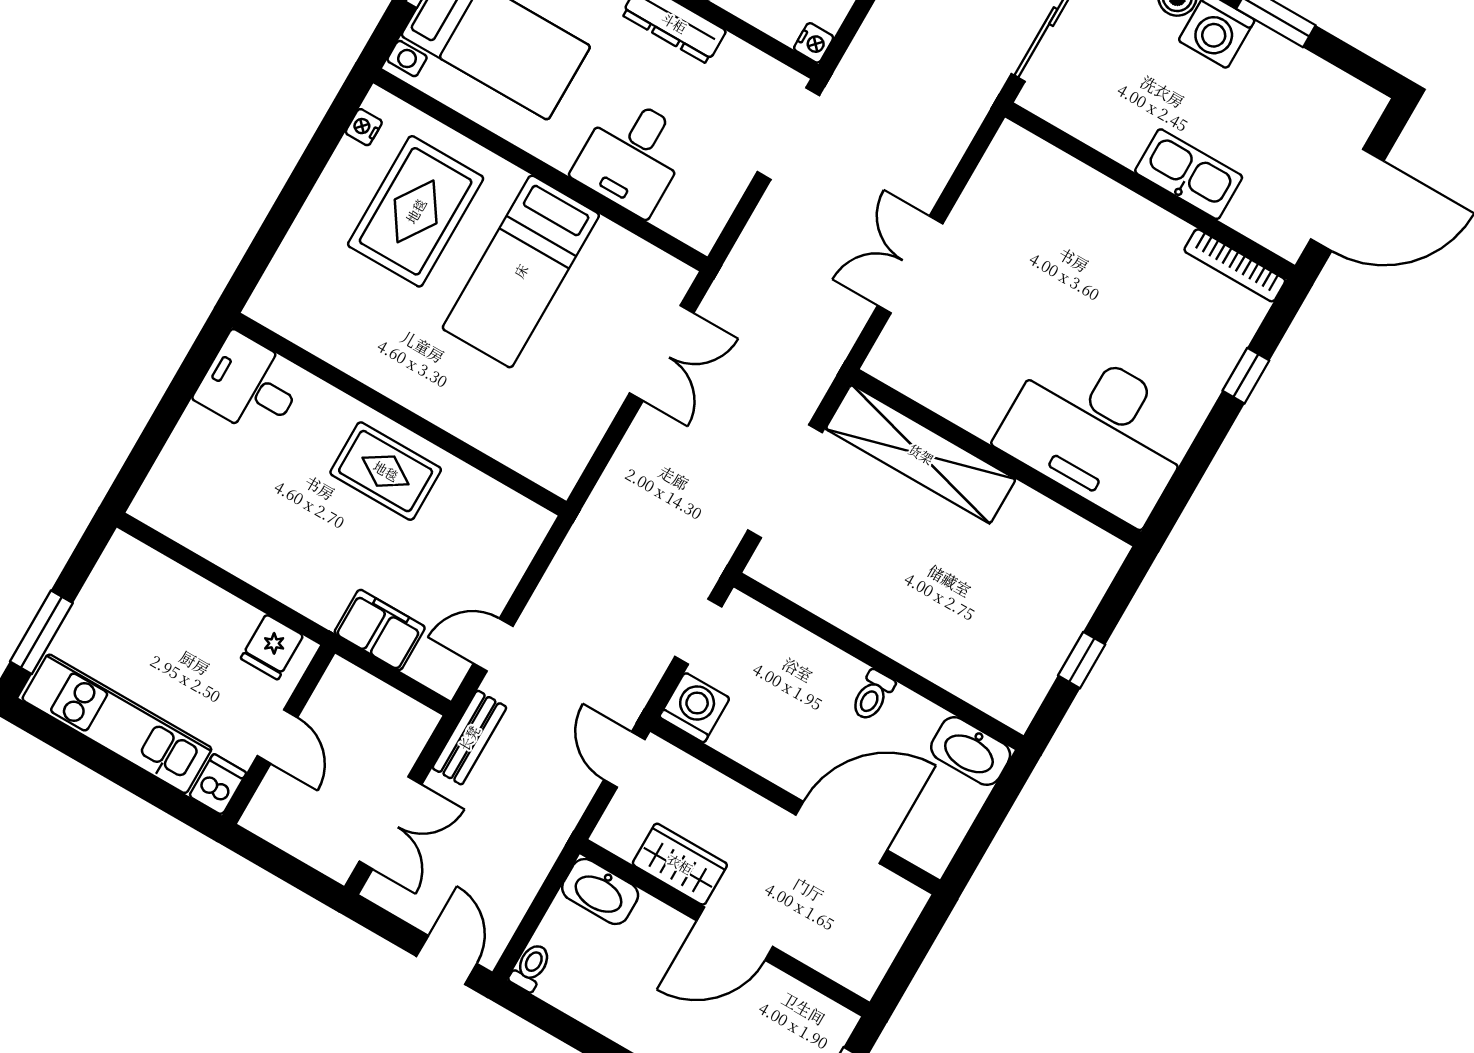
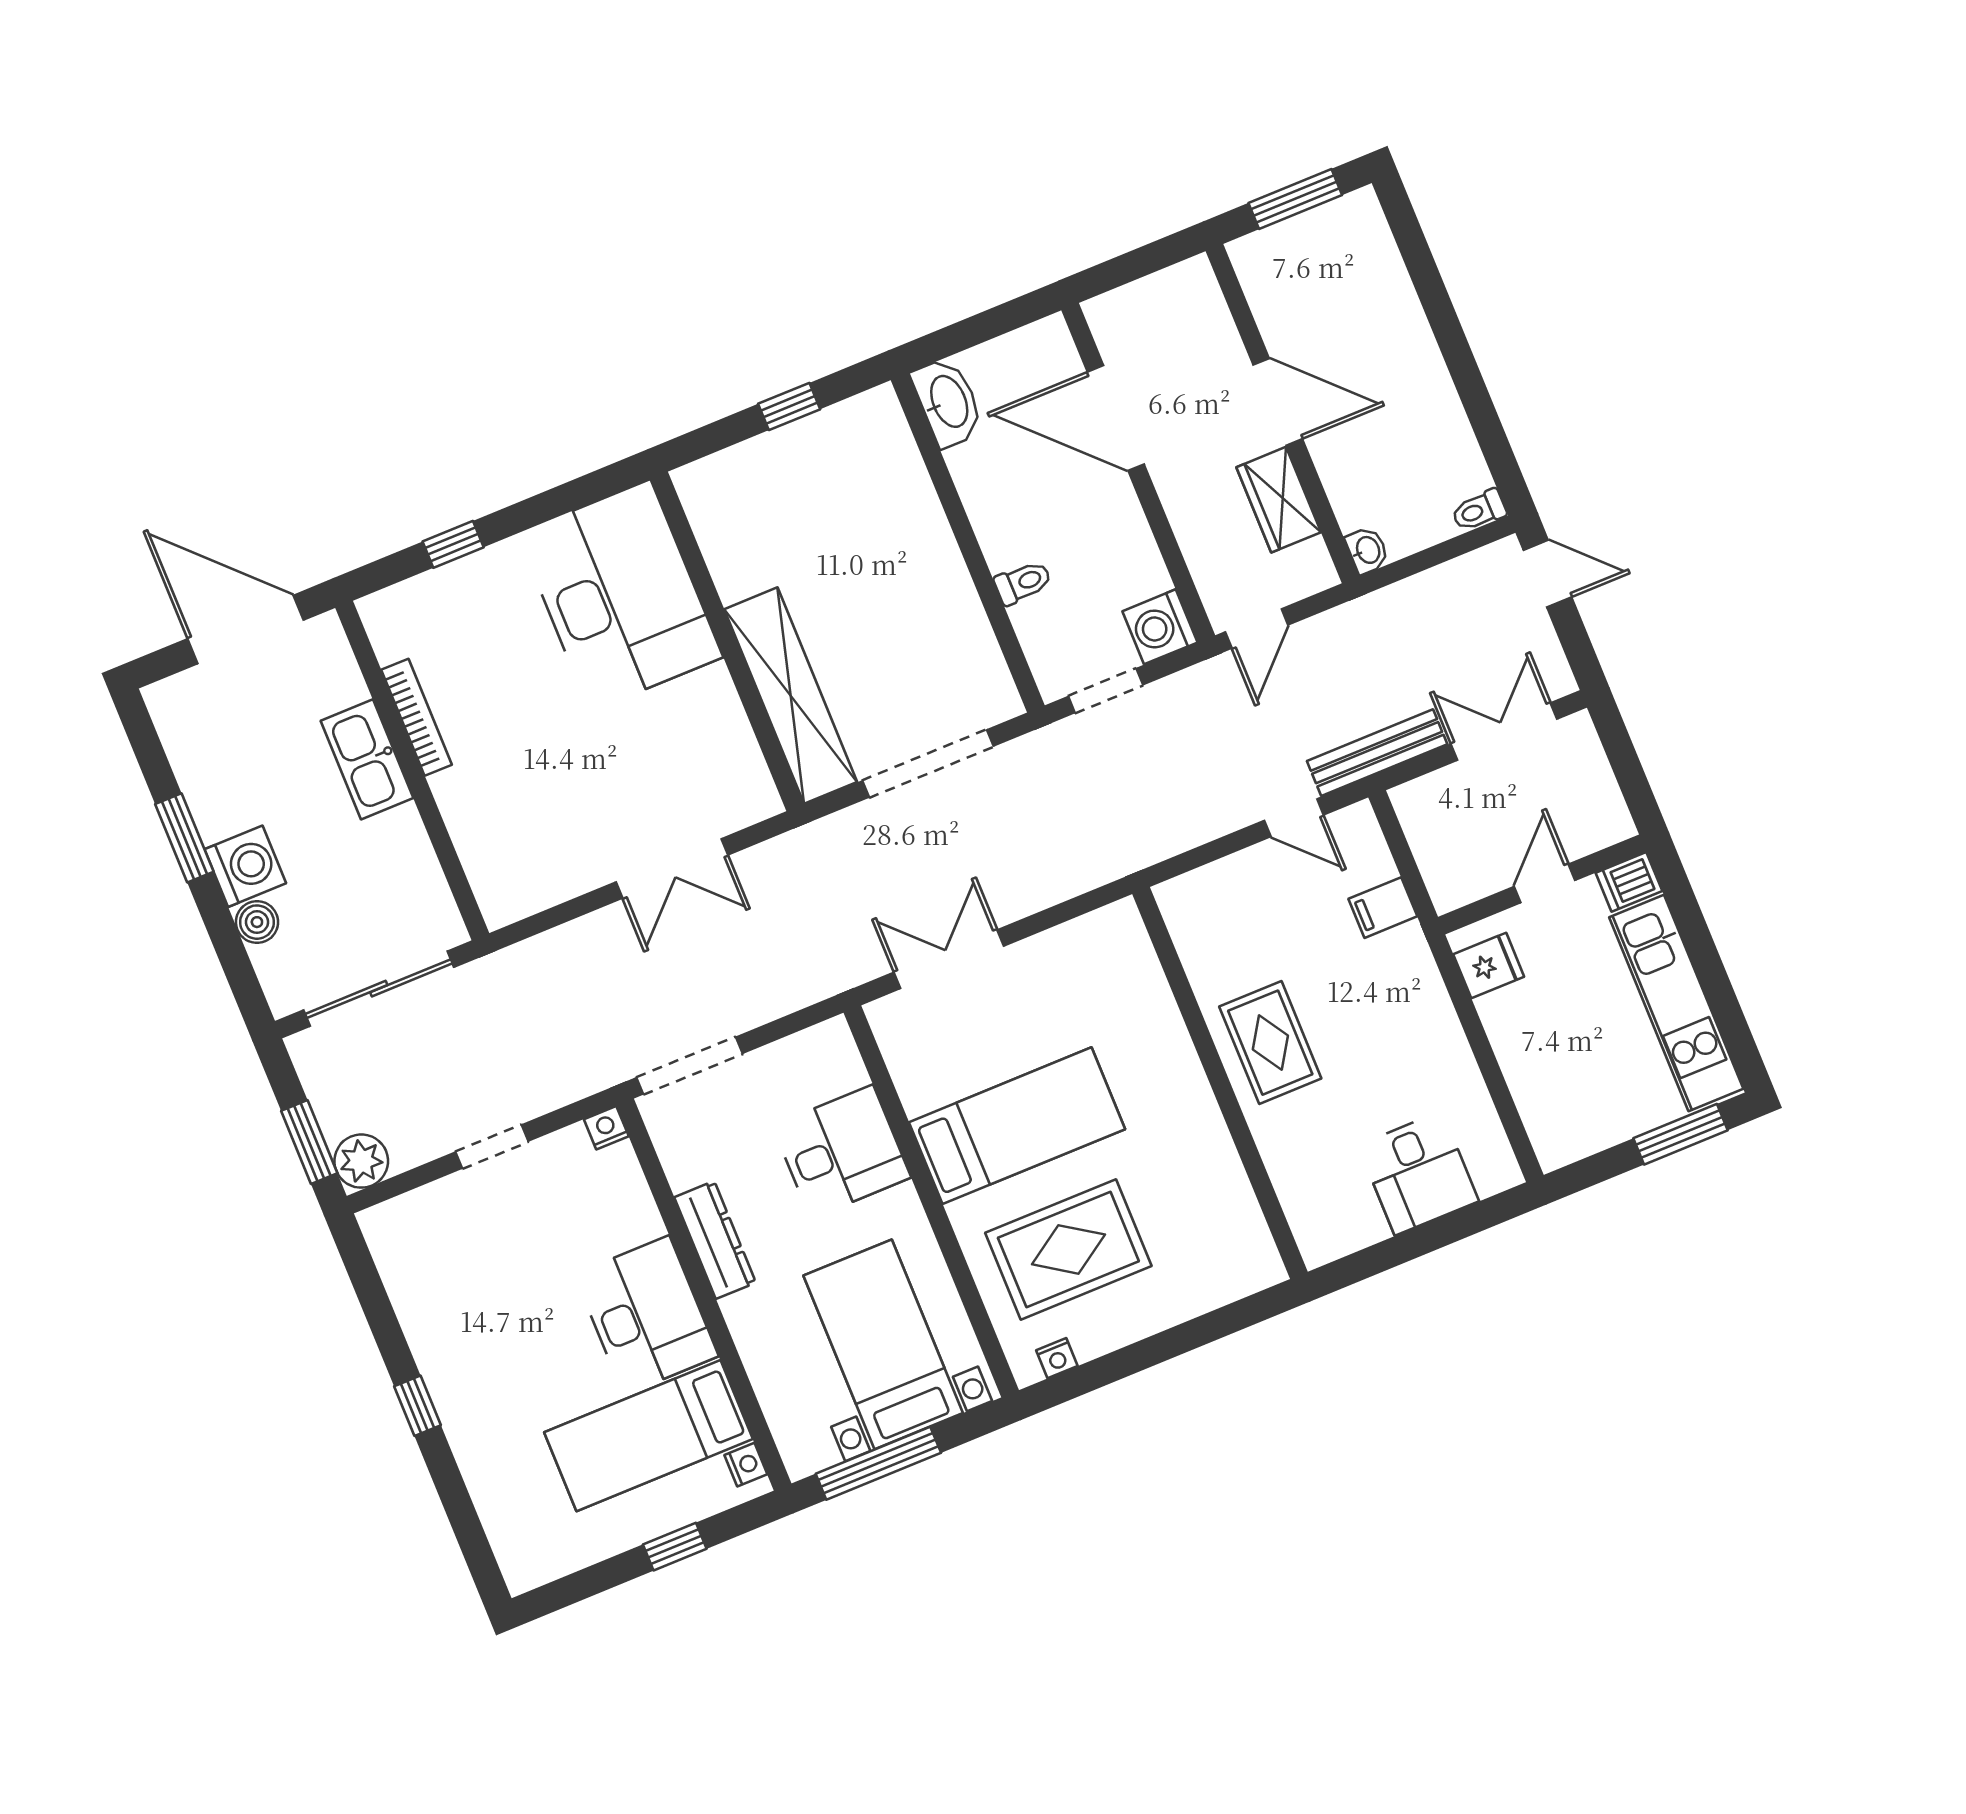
bookcase: (1235, 265) -> (417, 717), moved
desk: (250, 385) -> (1418, 1173), moved
filing cabinet: (380, 630) -> (1383, 908), width x0.50
toilet: (873, 695) -> (1023, 583), moved
bench: (469, 738) -> (1377, 753), width x1.36
washbasin: (600, 892) -> (1367, 550), width x0.52, depth x0.69
door: (447, 960) -> (1547, 574), swing flipped

